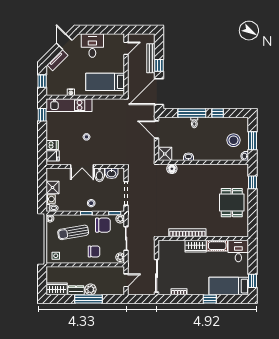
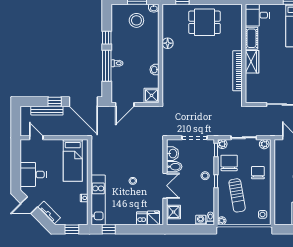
floor lamp: (172, 169) -> (168, 43), moved
shower: (53, 187) -> (174, 212), moved

